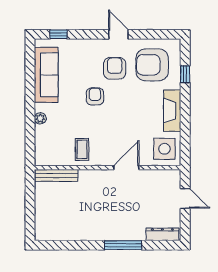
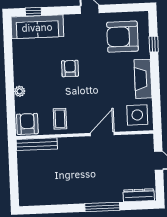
armchair: (115, 68) -> (27, 124), moved
sofa: (46, 75) -> (37, 27), moved, turned 90

